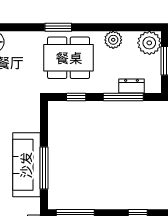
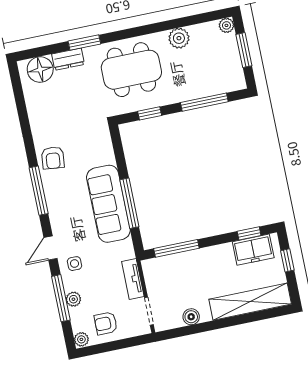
window: (58, 27) -> (84, 43), moved
plant: (149, 43) -> (226, 25), width x0.53, depth x0.53
dresser: (132, 86) -> (68, 59), moved, turned 180

